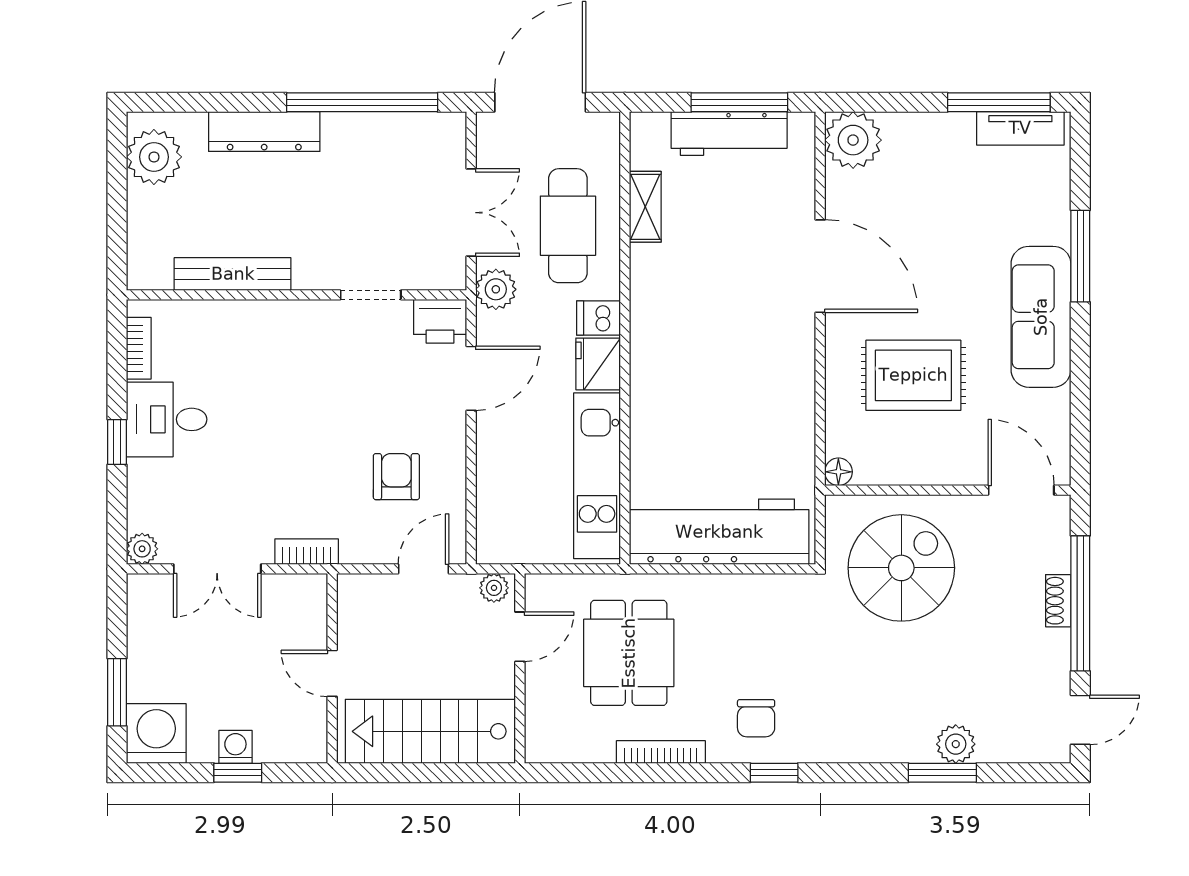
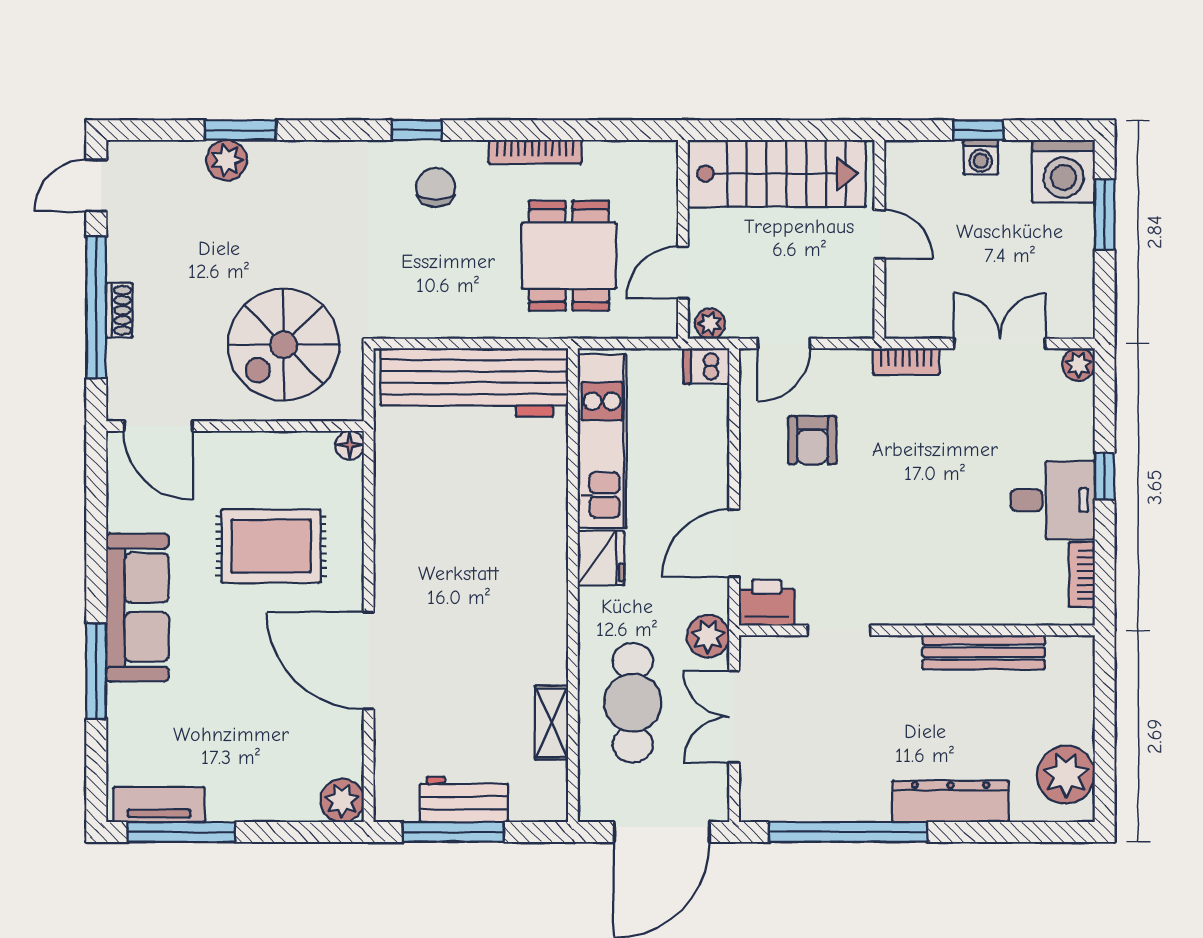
workbench: (729, 133) -> (464, 799), width x0.73
plant: (853, 140) -> (342, 800), width x0.73, depth x0.73
dishwasher: (599, 318) -> (706, 366), moved, turned 180

